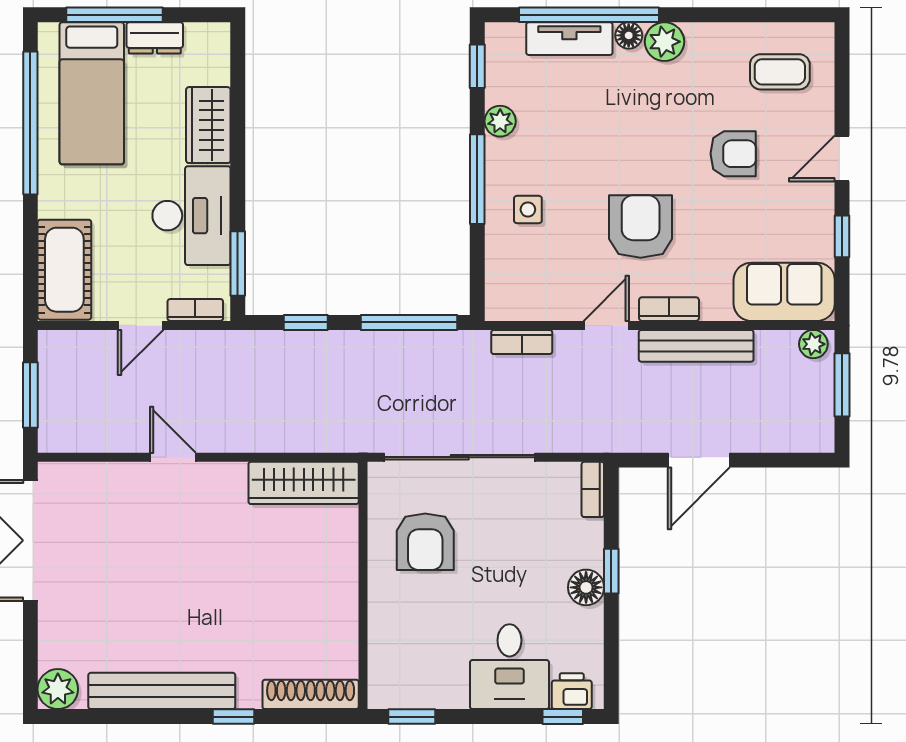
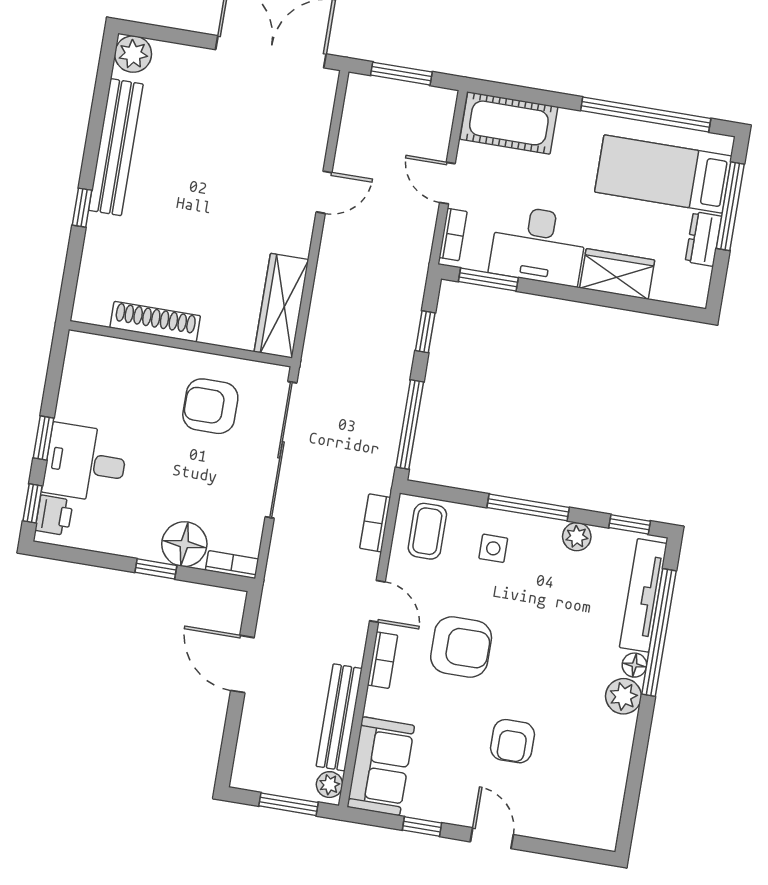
tv unit: (569, 39) -> (643, 595), width x1.41
coffee table: (780, 72) -> (427, 531), moved
bench: (696, 346) -> (339, 717), moved
floor lamp: (586, 587) -> (184, 544), moved, width x1.38, depth x1.38
shoe rack: (311, 694) -> (155, 322), moved, turned -90
window: (412, 717) -> (44, 438), moved

